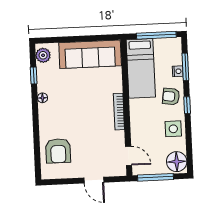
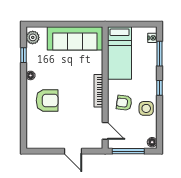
window: (156, 35) -> (135, 24), removed
nightstand: (178, 71) -> (152, 38), moved
armchair: (171, 97) -> (124, 103), moved
armchair: (58, 151) -> (47, 100), moved, turned -90
floor lamp: (177, 162) -> (152, 142), width x0.53, depth x0.53

